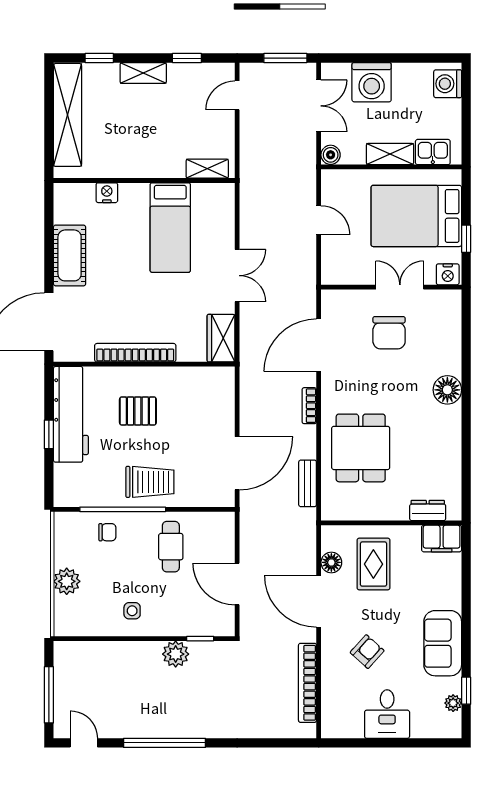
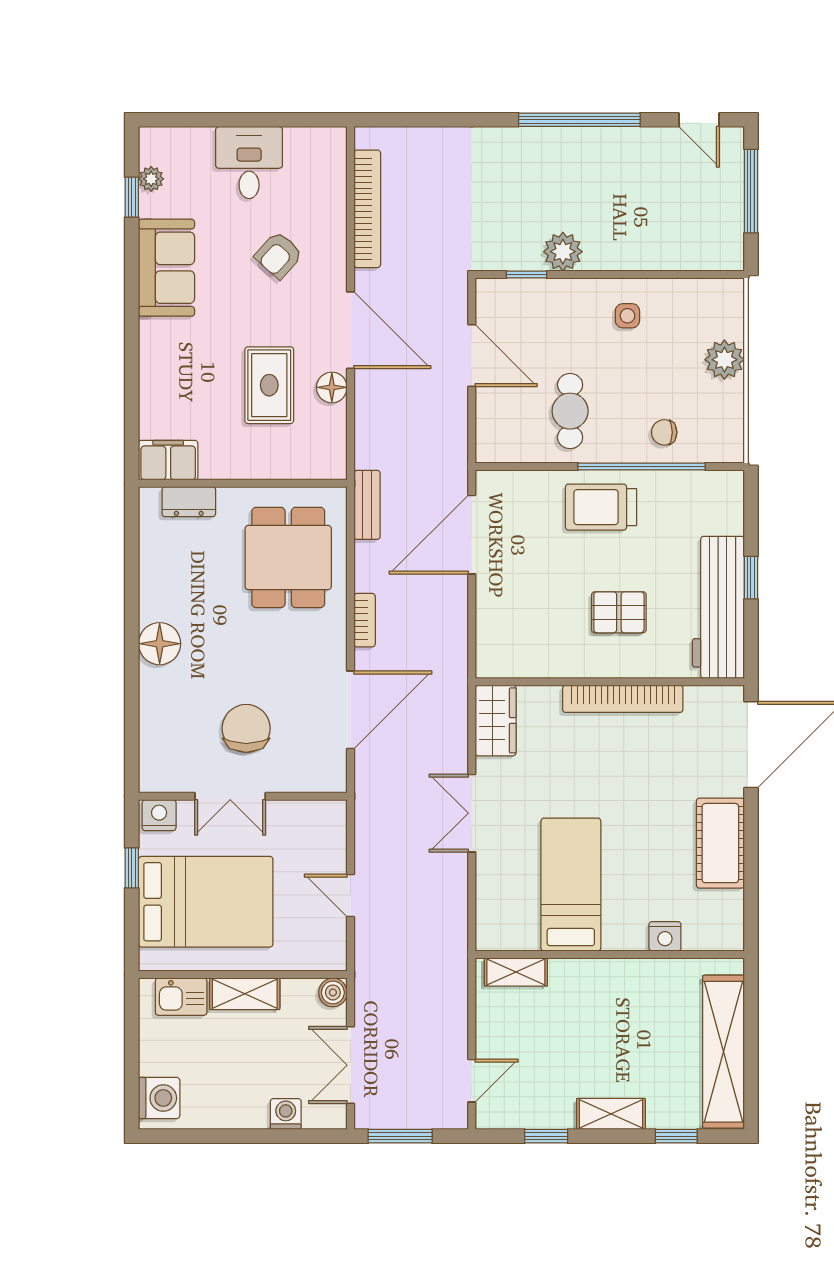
washing machine: (372, 82) -> (286, 1114), width x0.53, depth x0.53
dresser: (428, 510) -> (189, 502), moved
wall: (391, 523) -> (243, 483), moved
filing cabinet: (442, 538) -> (168, 460), moved

